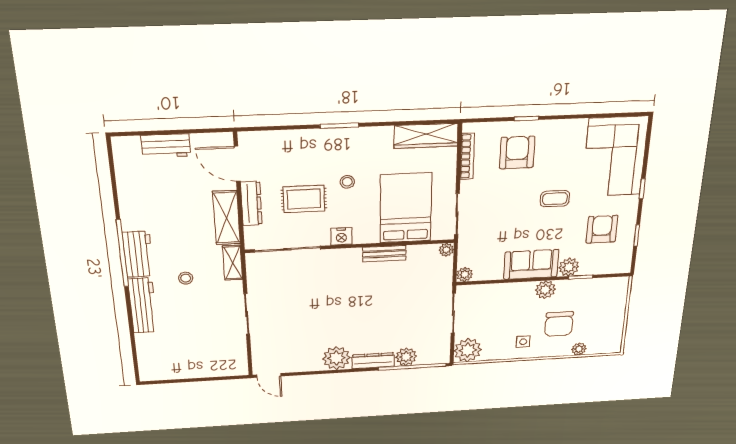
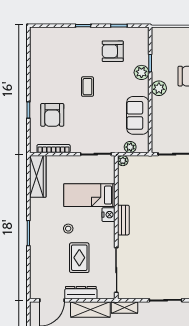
armchair: (517, 153) -> (52, 115), turned -90
corner sofa: (615, 157) -> (58, 47), removed
bed: (406, 208) -> (89, 195), width x0.67
nightstand: (341, 236) -> (108, 215), moved
bench: (384, 254) -> (123, 220), moved
sofa: (531, 264) -> (138, 115), moved
plant: (465, 274) -> (130, 147), moved

